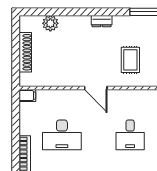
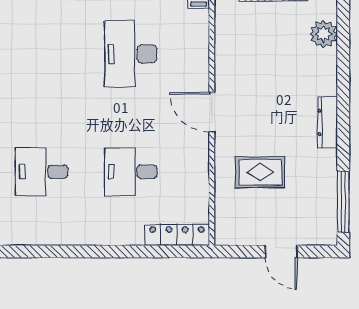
dresser: (102, 21) -> (327, 122), width x1.44
door: (96, 88) -> (212, 112), hinge flipped

